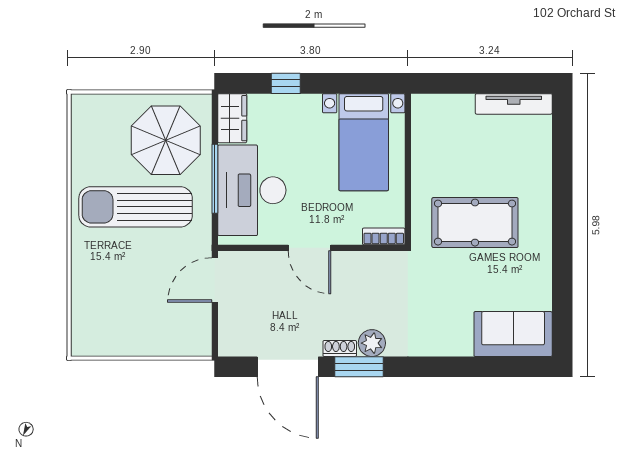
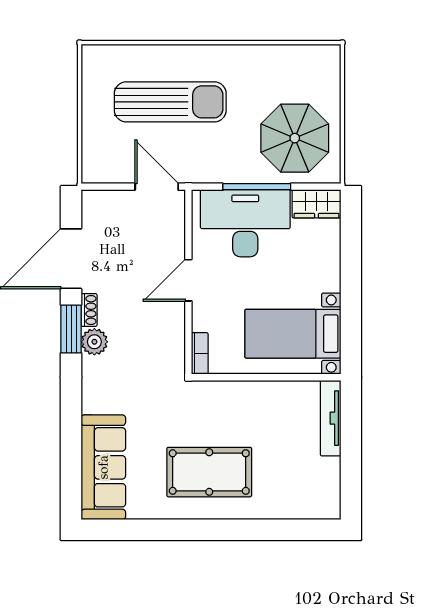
window: (286, 83) -> (351, 257), removed
tv unit: (514, 104) -> (331, 418), moved
sun lounger: (136, 207) -> (170, 102), moved, turned 90
pool table: (475, 223) -> (209, 472), moved, turned 90
sofa: (513, 334) -> (103, 467), width x1.36

